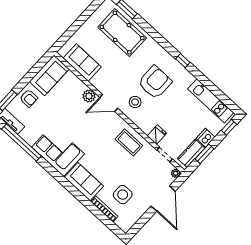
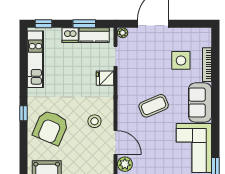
armchair: (155, 82) -> (51, 128), moved, turned -67
coffee table: (129, 142) -> (154, 106), moved, turned 67

